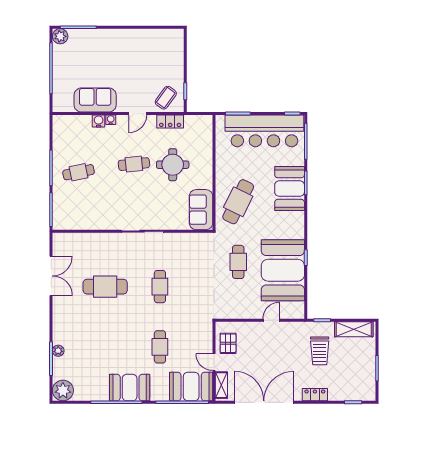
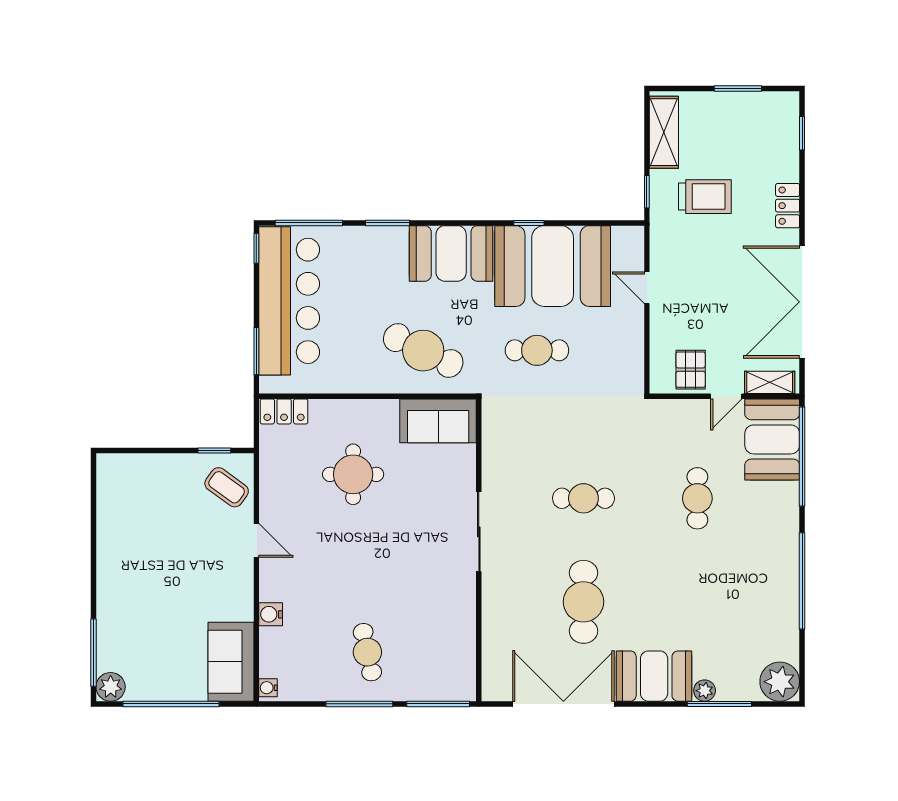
sofa: (95, 100) -> (231, 662), moved
water cooler: (111, 120) -> (268, 688), moved
locker: (170, 122) -> (284, 411), moved, turned 90
cafe table: (134, 164) -> (352, 547), removed
booth: (290, 189) -> (451, 253), moved
double door: (51, 276) -> (563, 704), width x1.36
pallet: (228, 343) -> (691, 370), turned 90
cafe table: (160, 347) -> (697, 498), turned 90
booth: (130, 388) -> (654, 676), moved, turned 90

